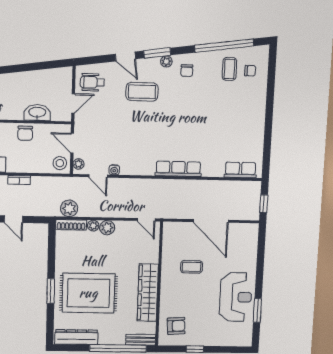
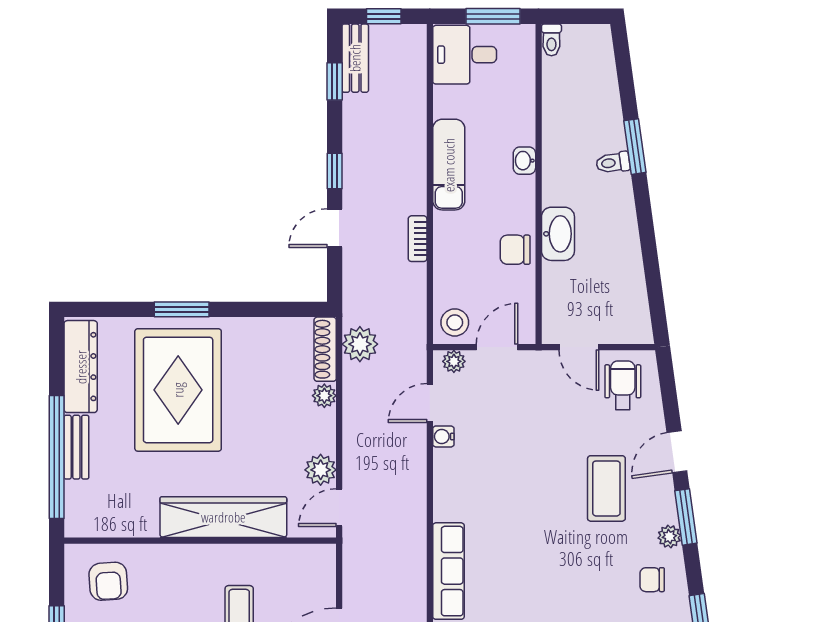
washbasin: (37, 113) -> (558, 234), moved
plant: (107, 228) -> (321, 470), moved
wardrobe: (148, 293) -> (223, 517), moved
bench: (141, 340) -> (76, 447), moved

